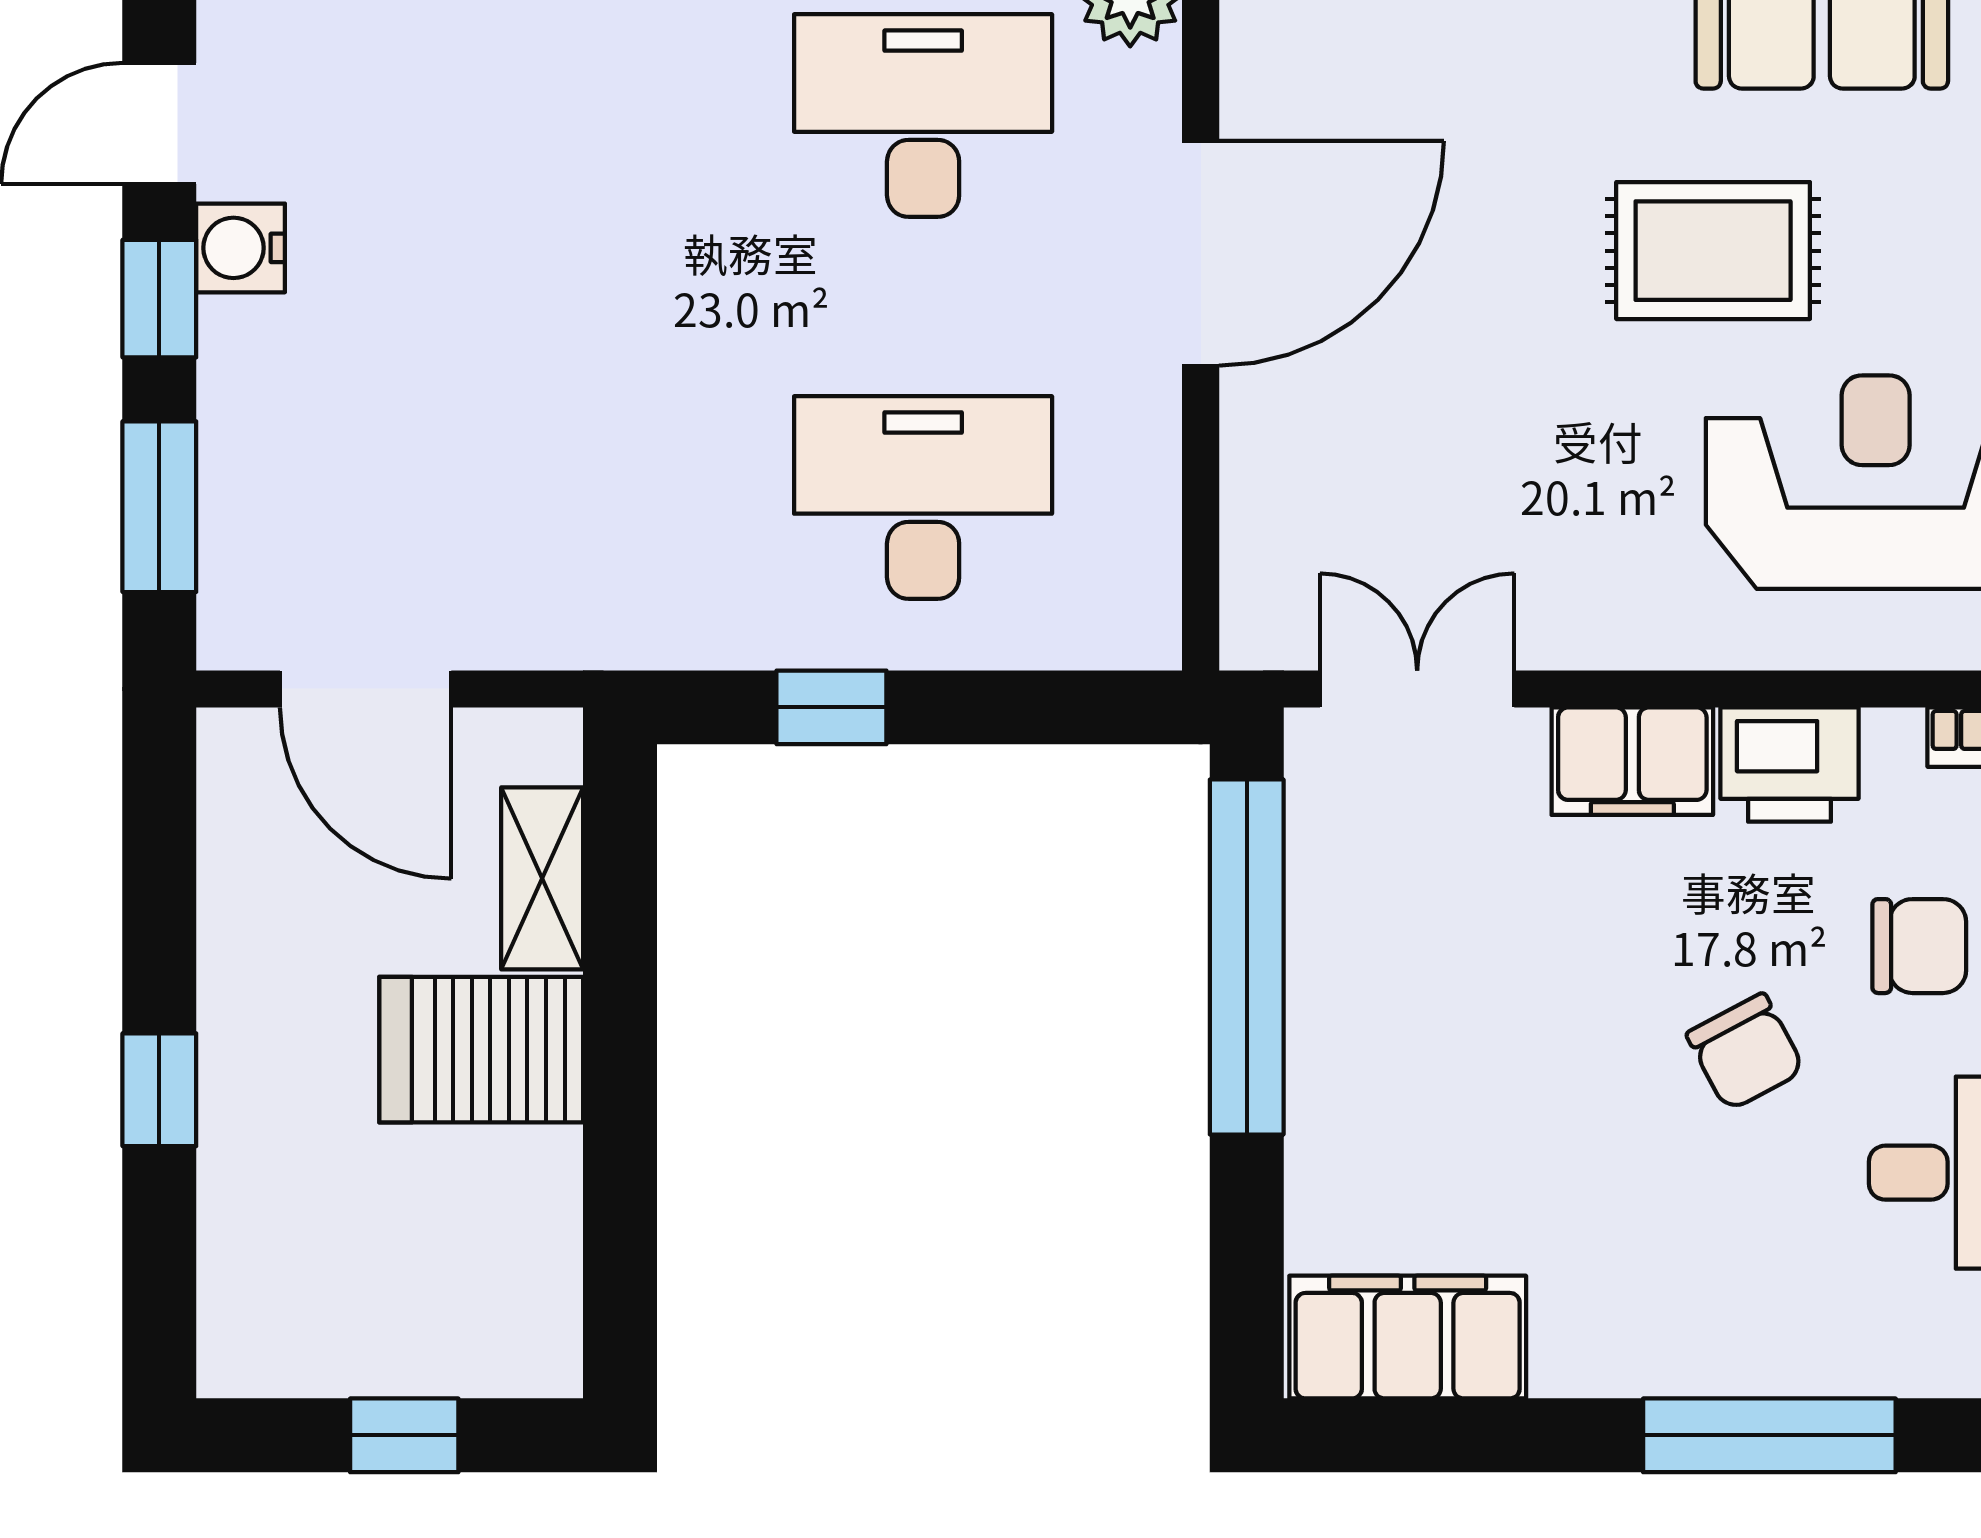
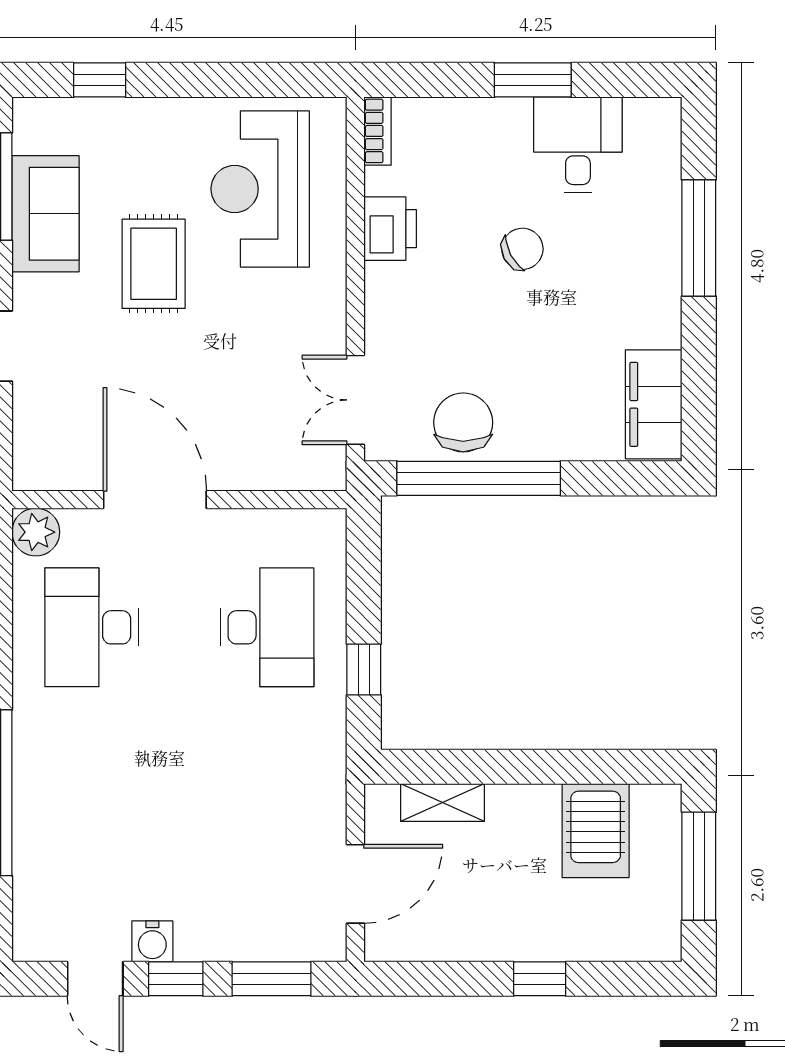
desk: (923, 498) -> (267, 627), turned 180
filing cabinet: (1632, 761) -> (389, 301), removed
chair: (1919, 946) -> (463, 422), moved, width x1.37, depth x1.37
server rack: (481, 1050) -> (596, 831), moved
window: (404, 1435) -> (699, 866), width x2.17

